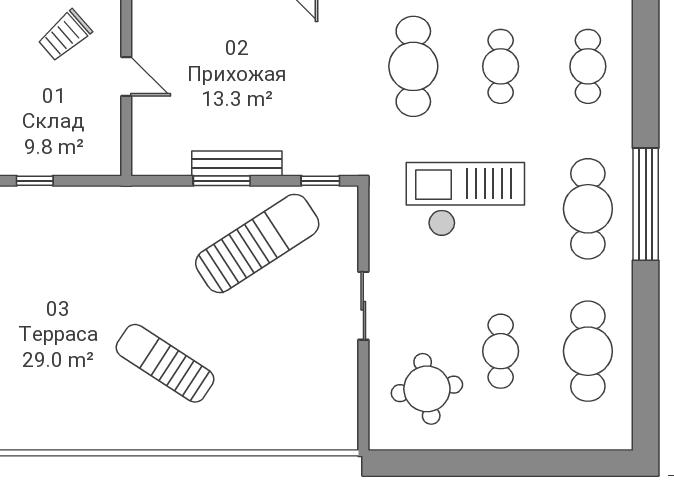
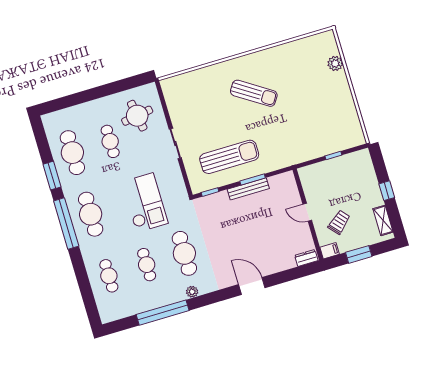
checkout: (465, 199) -> (145, 203), turned -90
sun lounger: (257, 243) -> (229, 157), turned -147
window: (646, 315) -> (52, 176), added

